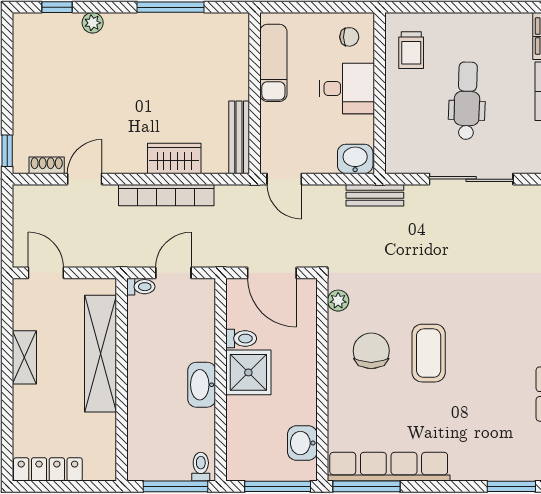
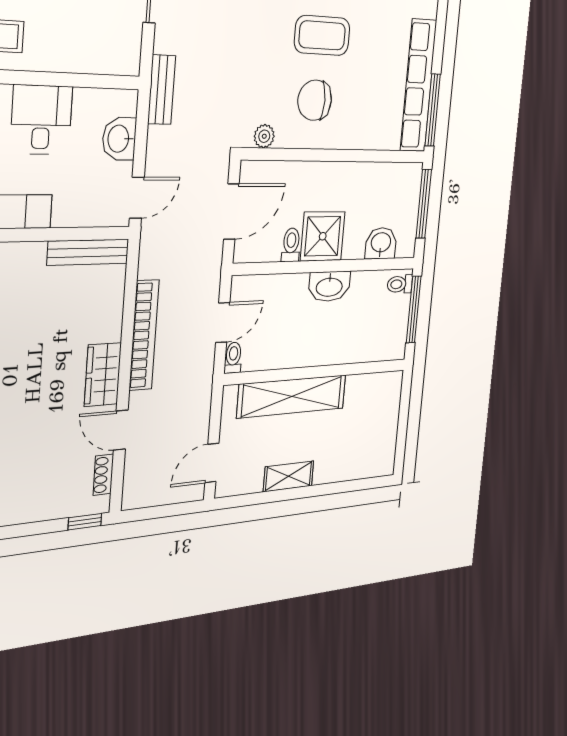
wardrobe: (174, 158) -> (103, 375), moved
washbasin: (355, 159) -> (119, 139), moved
door: (173, 273) -> (223, 323), swing flipped
washbasin: (302, 443) -> (381, 243), moved, turned 180
locker: (48, 469) -> (387, 440), removed

